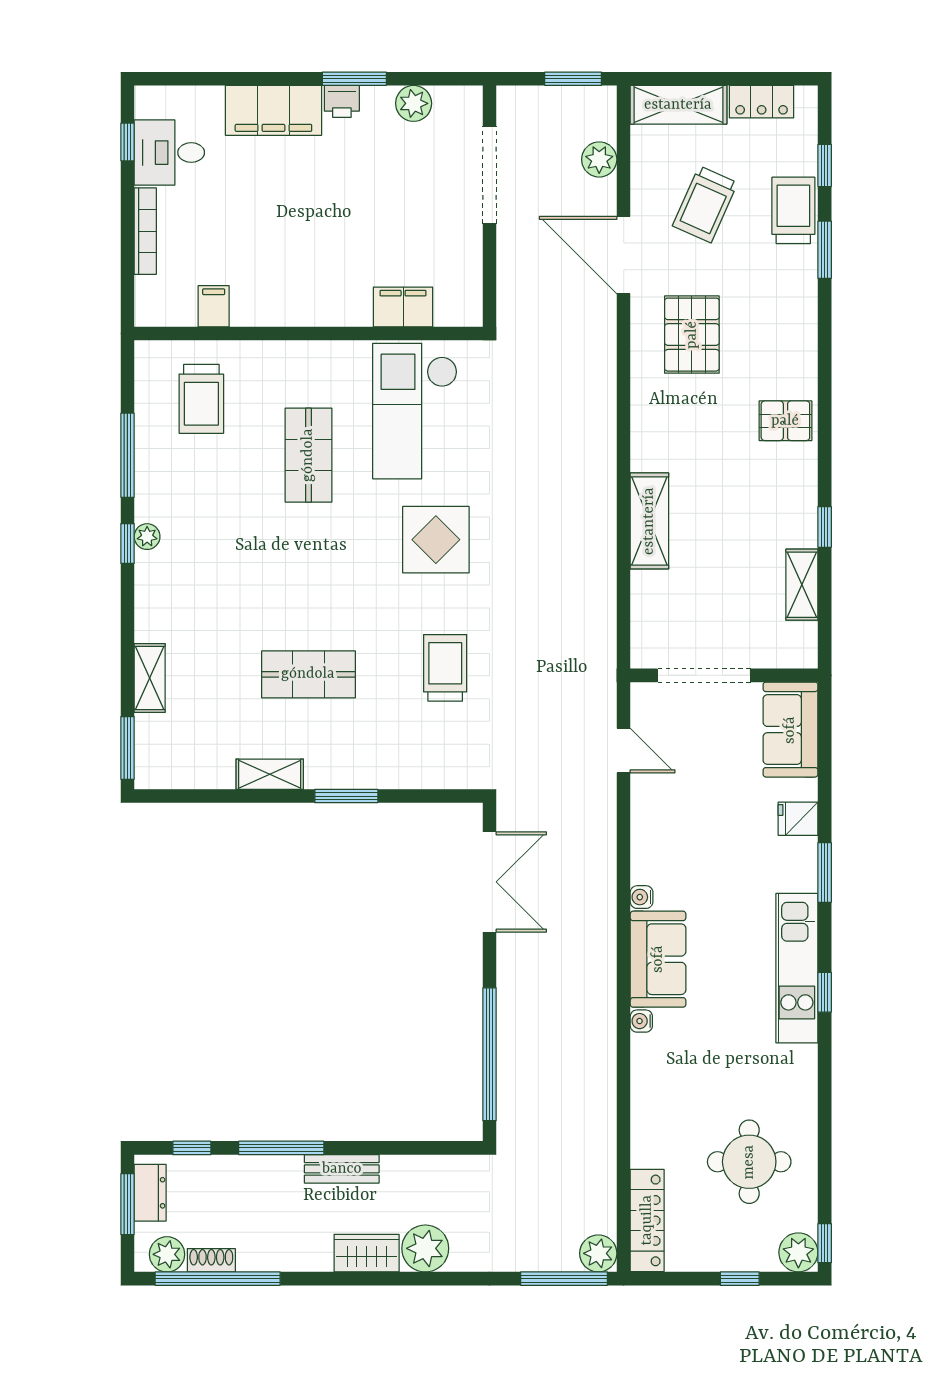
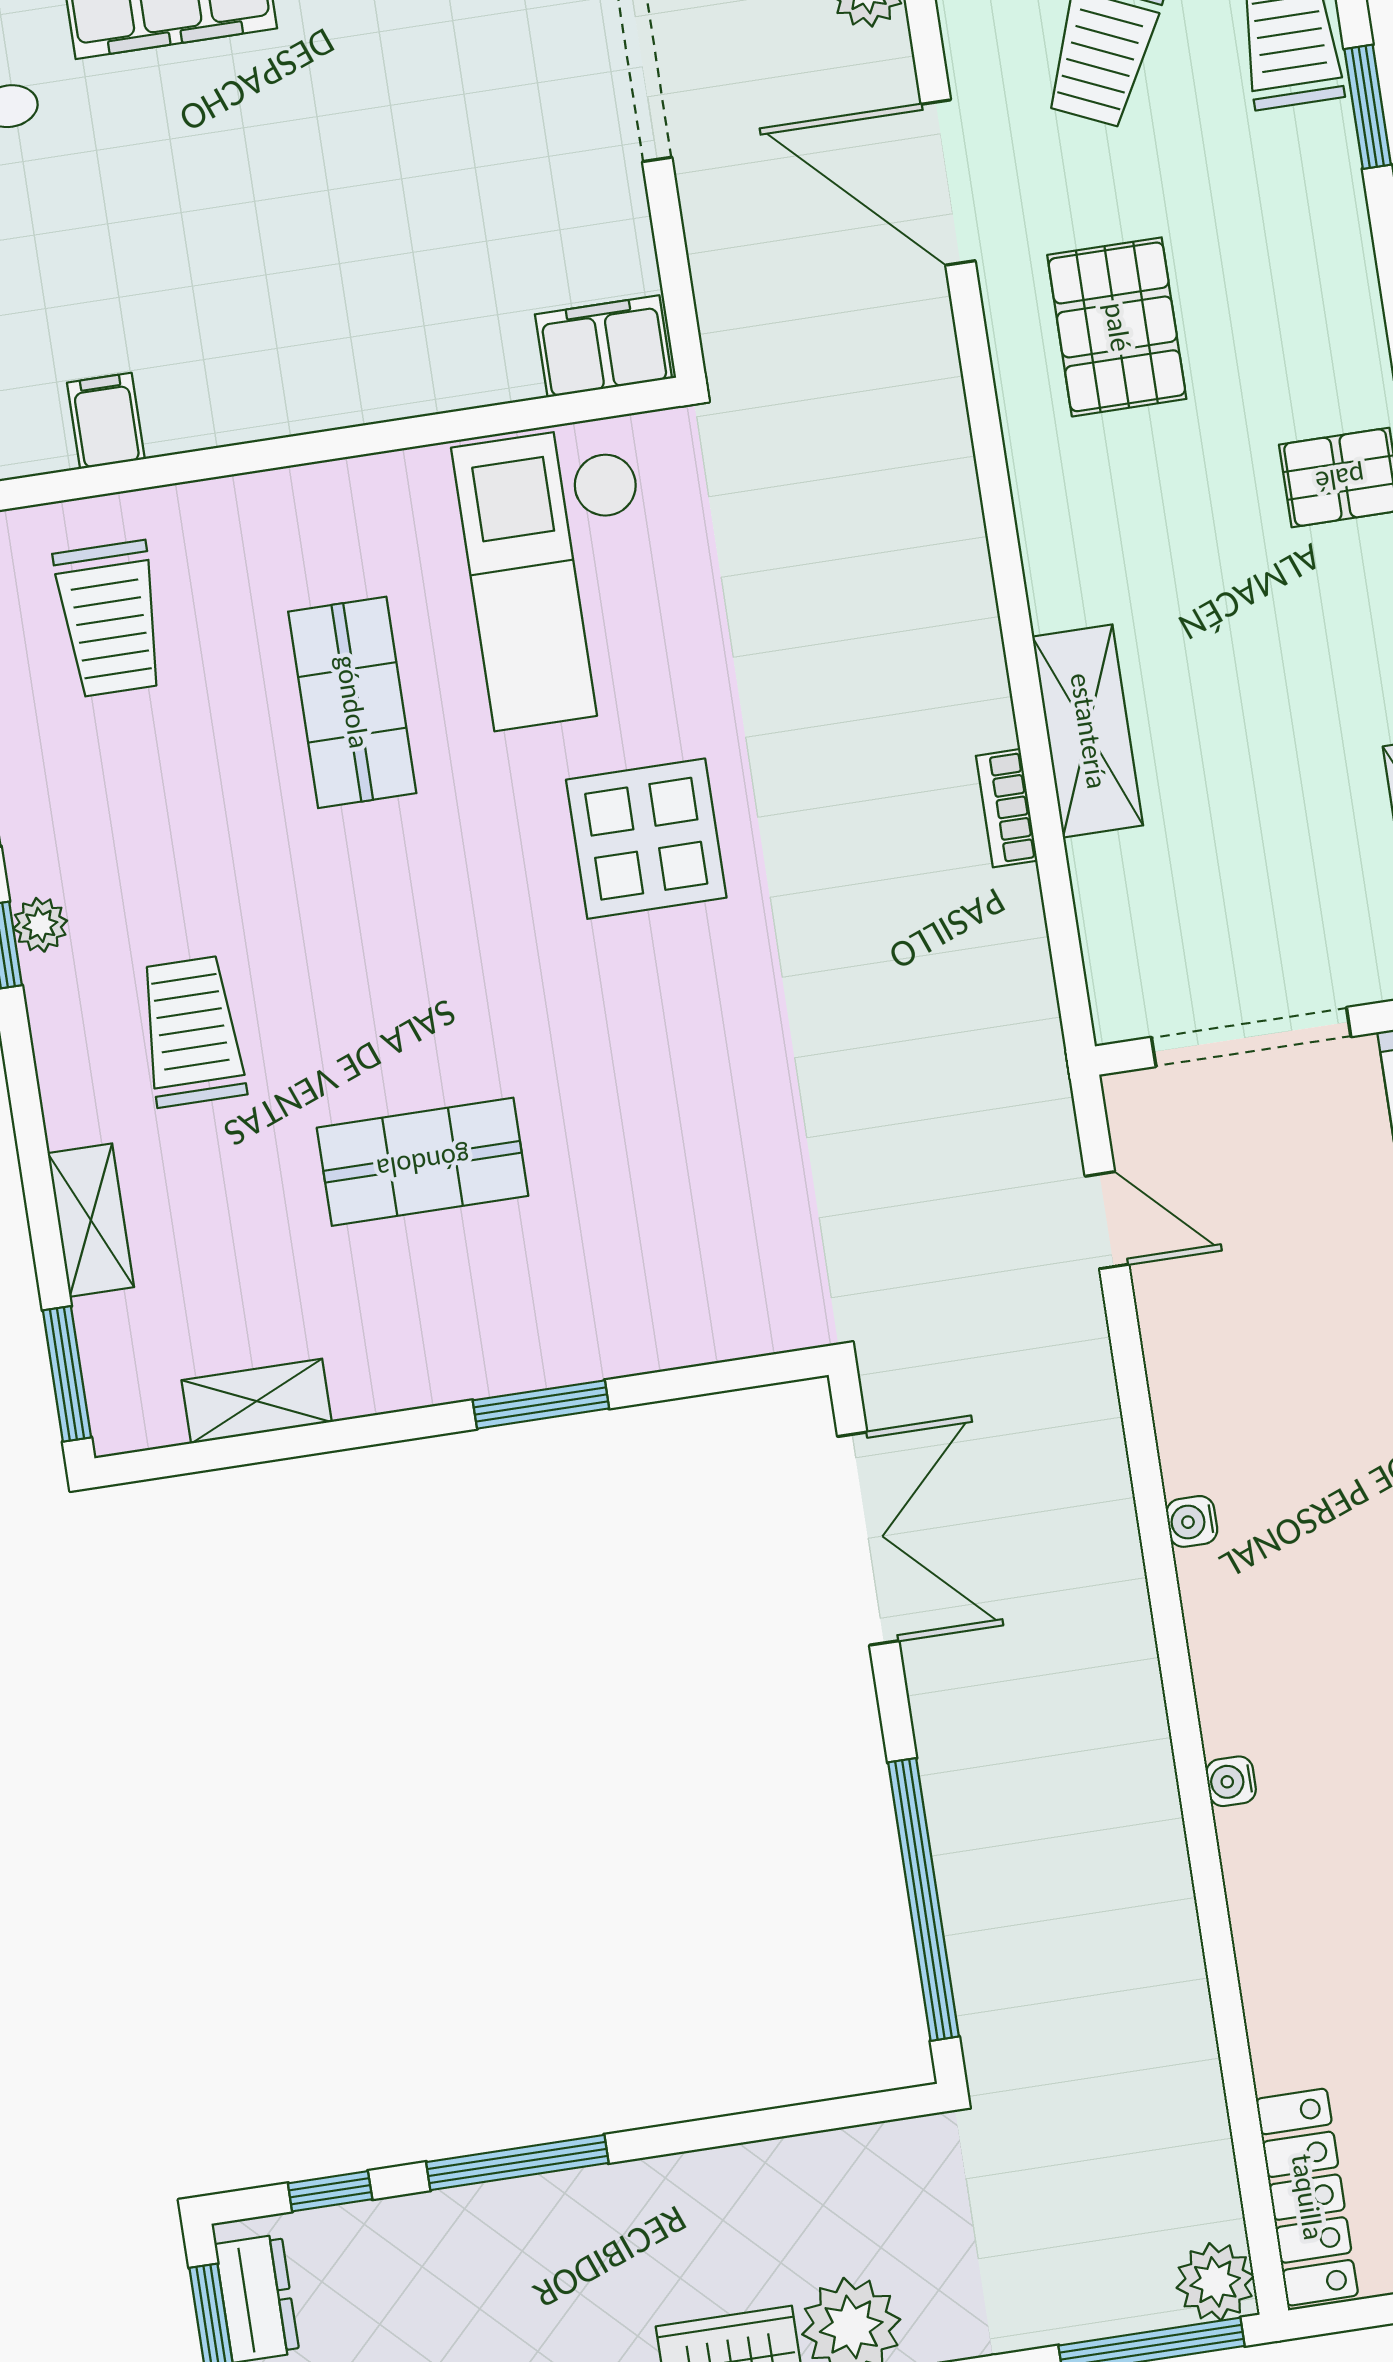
filing cabinet: (403, 307) -> (603, 346), moved
bookcase: (606, 551) -> (1007, 808), added
trolley: (445, 668) -> (192, 1031), moved
shelving: (270, 774) -> (257, 1401), moved
sofa: (658, 959) -> (1246, 1646), removed
bench: (342, 1169) -> (651, 2187), removed

